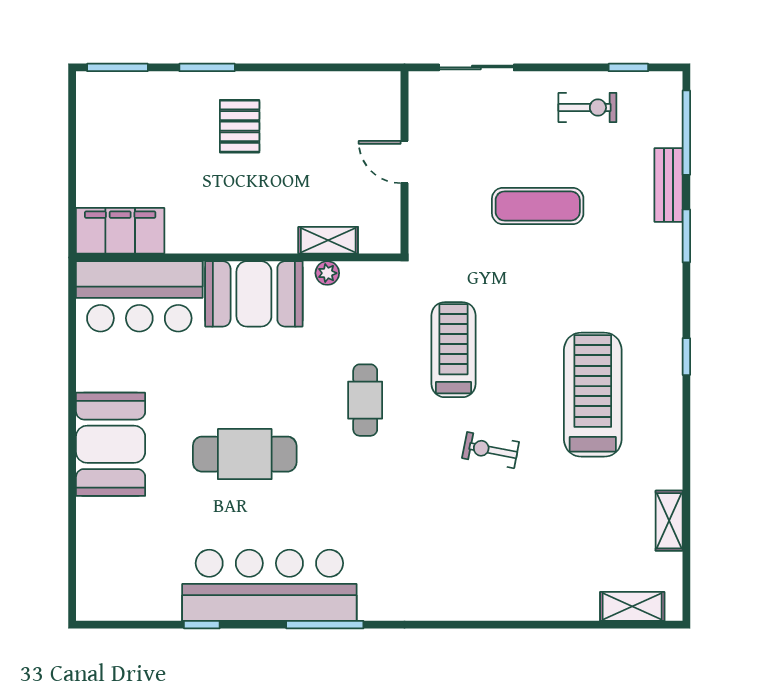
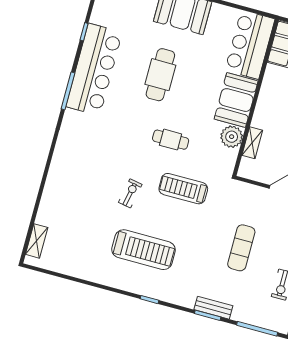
bench: (668, 185) -> (213, 308), moved
plant: (327, 273) -> (232, 137), width x1.87, depth x1.87
treadmill: (454, 350) -> (183, 189), turned 180
shelving: (669, 521) -> (73, 270), removed

